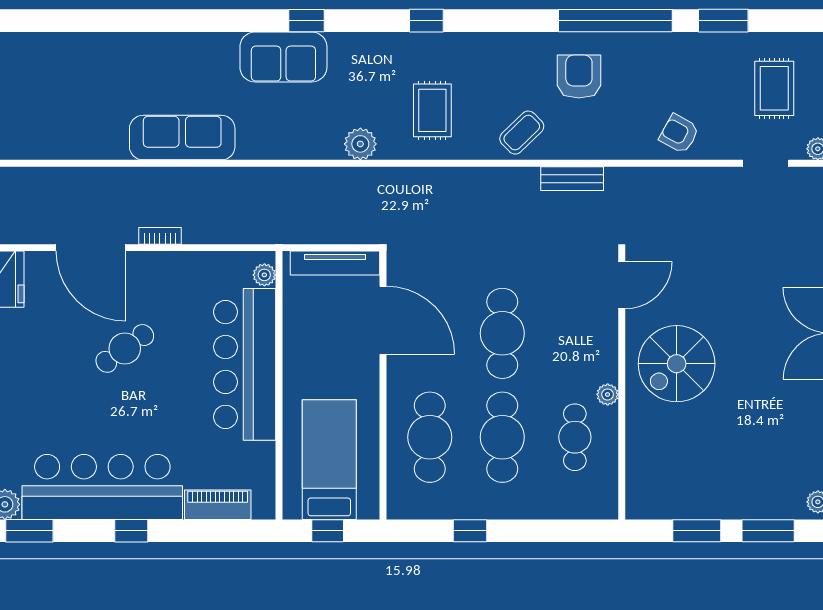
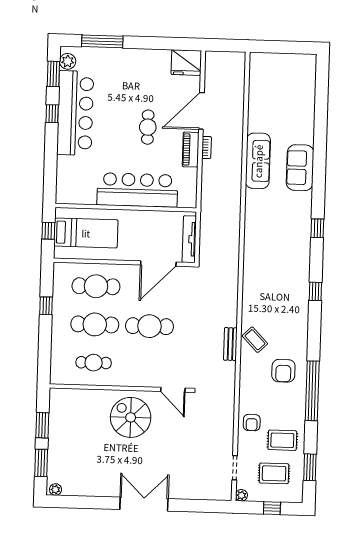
window: (723, 21) -> (310, 467), moved
sofa: (283, 57) -> (300, 168), moved
armchair: (579, 77) -> (283, 371), turned 90
rug: (432, 110) -> (282, 440), moved
armchair: (679, 134) -> (252, 423), turned 151
plant: (360, 144) -> (252, 254), removed
bench: (572, 179) -> (230, 344), moved
plant: (264, 275) -> (184, 202), removed
cafe table: (125, 348) -> (148, 127), turned 36
plant: (608, 394) -> (116, 381), removed
piano: (218, 505) -> (191, 150), moved, turned 180
window: (131, 531) -> (52, 114), moved

